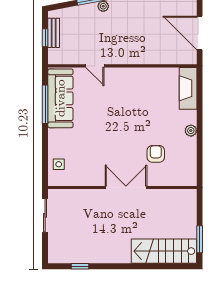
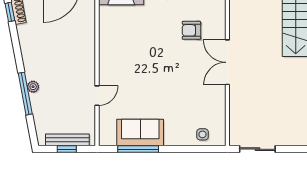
bench: (54, 33) -> (67, 140), width x1.36
sofa: (60, 98) -> (140, 133), width x0.73

